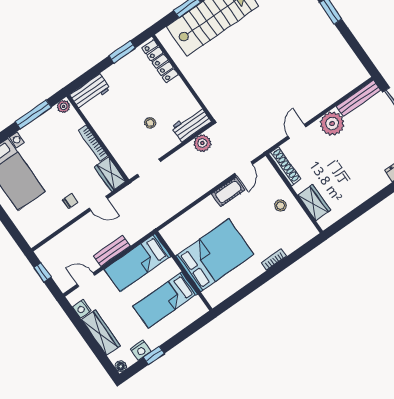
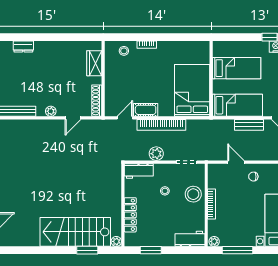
plant: (164, 36) -> (116, 241), added
locker: (160, 61) -> (130, 215), moved
plant: (332, 124) -> (51, 111), width x0.53, depth x0.53
stool: (119, 140) -> (193, 194), added
plant: (202, 143) -> (156, 154), moved
wardrobe: (110, 174) -> (215, 176), removed
bookcase: (201, 188) -> (161, 125), added
stool: (280, 206) -> (124, 51), moved
bed: (215, 255) -> (192, 90), moved, turned 90

